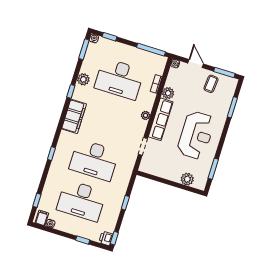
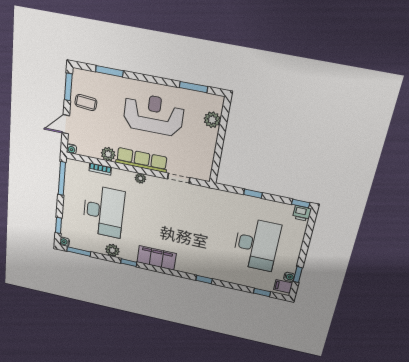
desk: (94, 160) -> (204, 233), removed
window: (83, 240) -> (298, 274), moved

